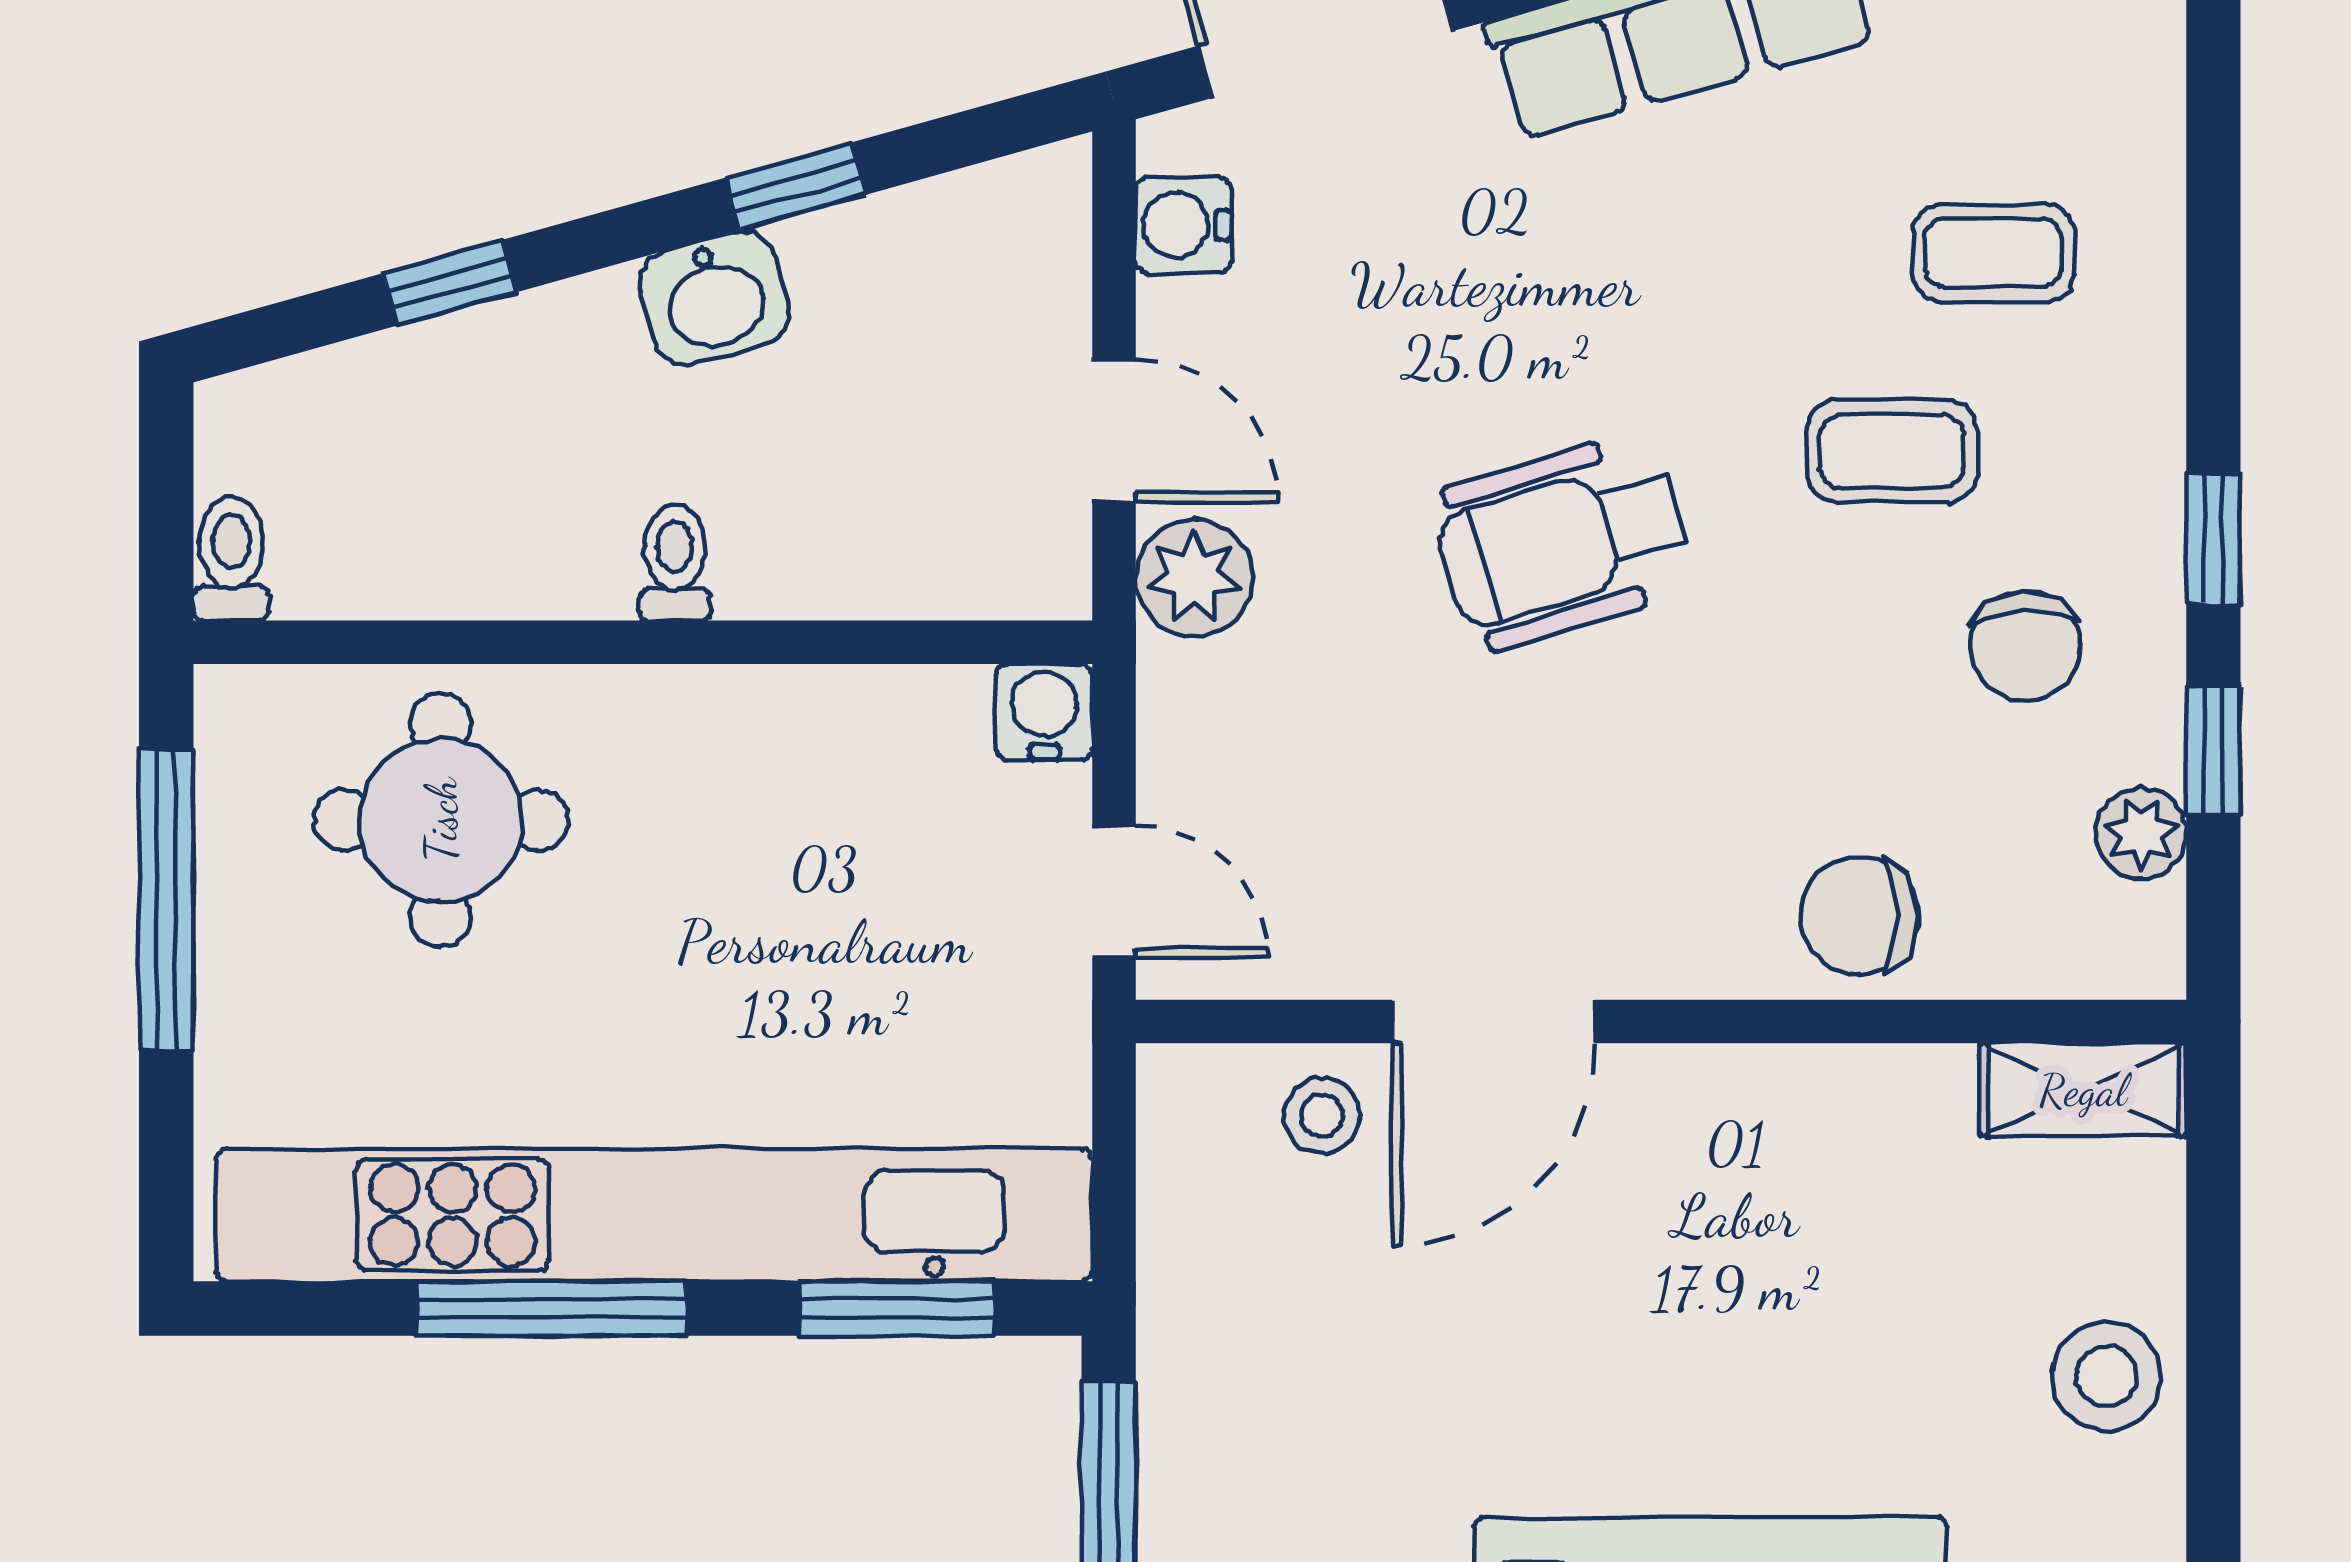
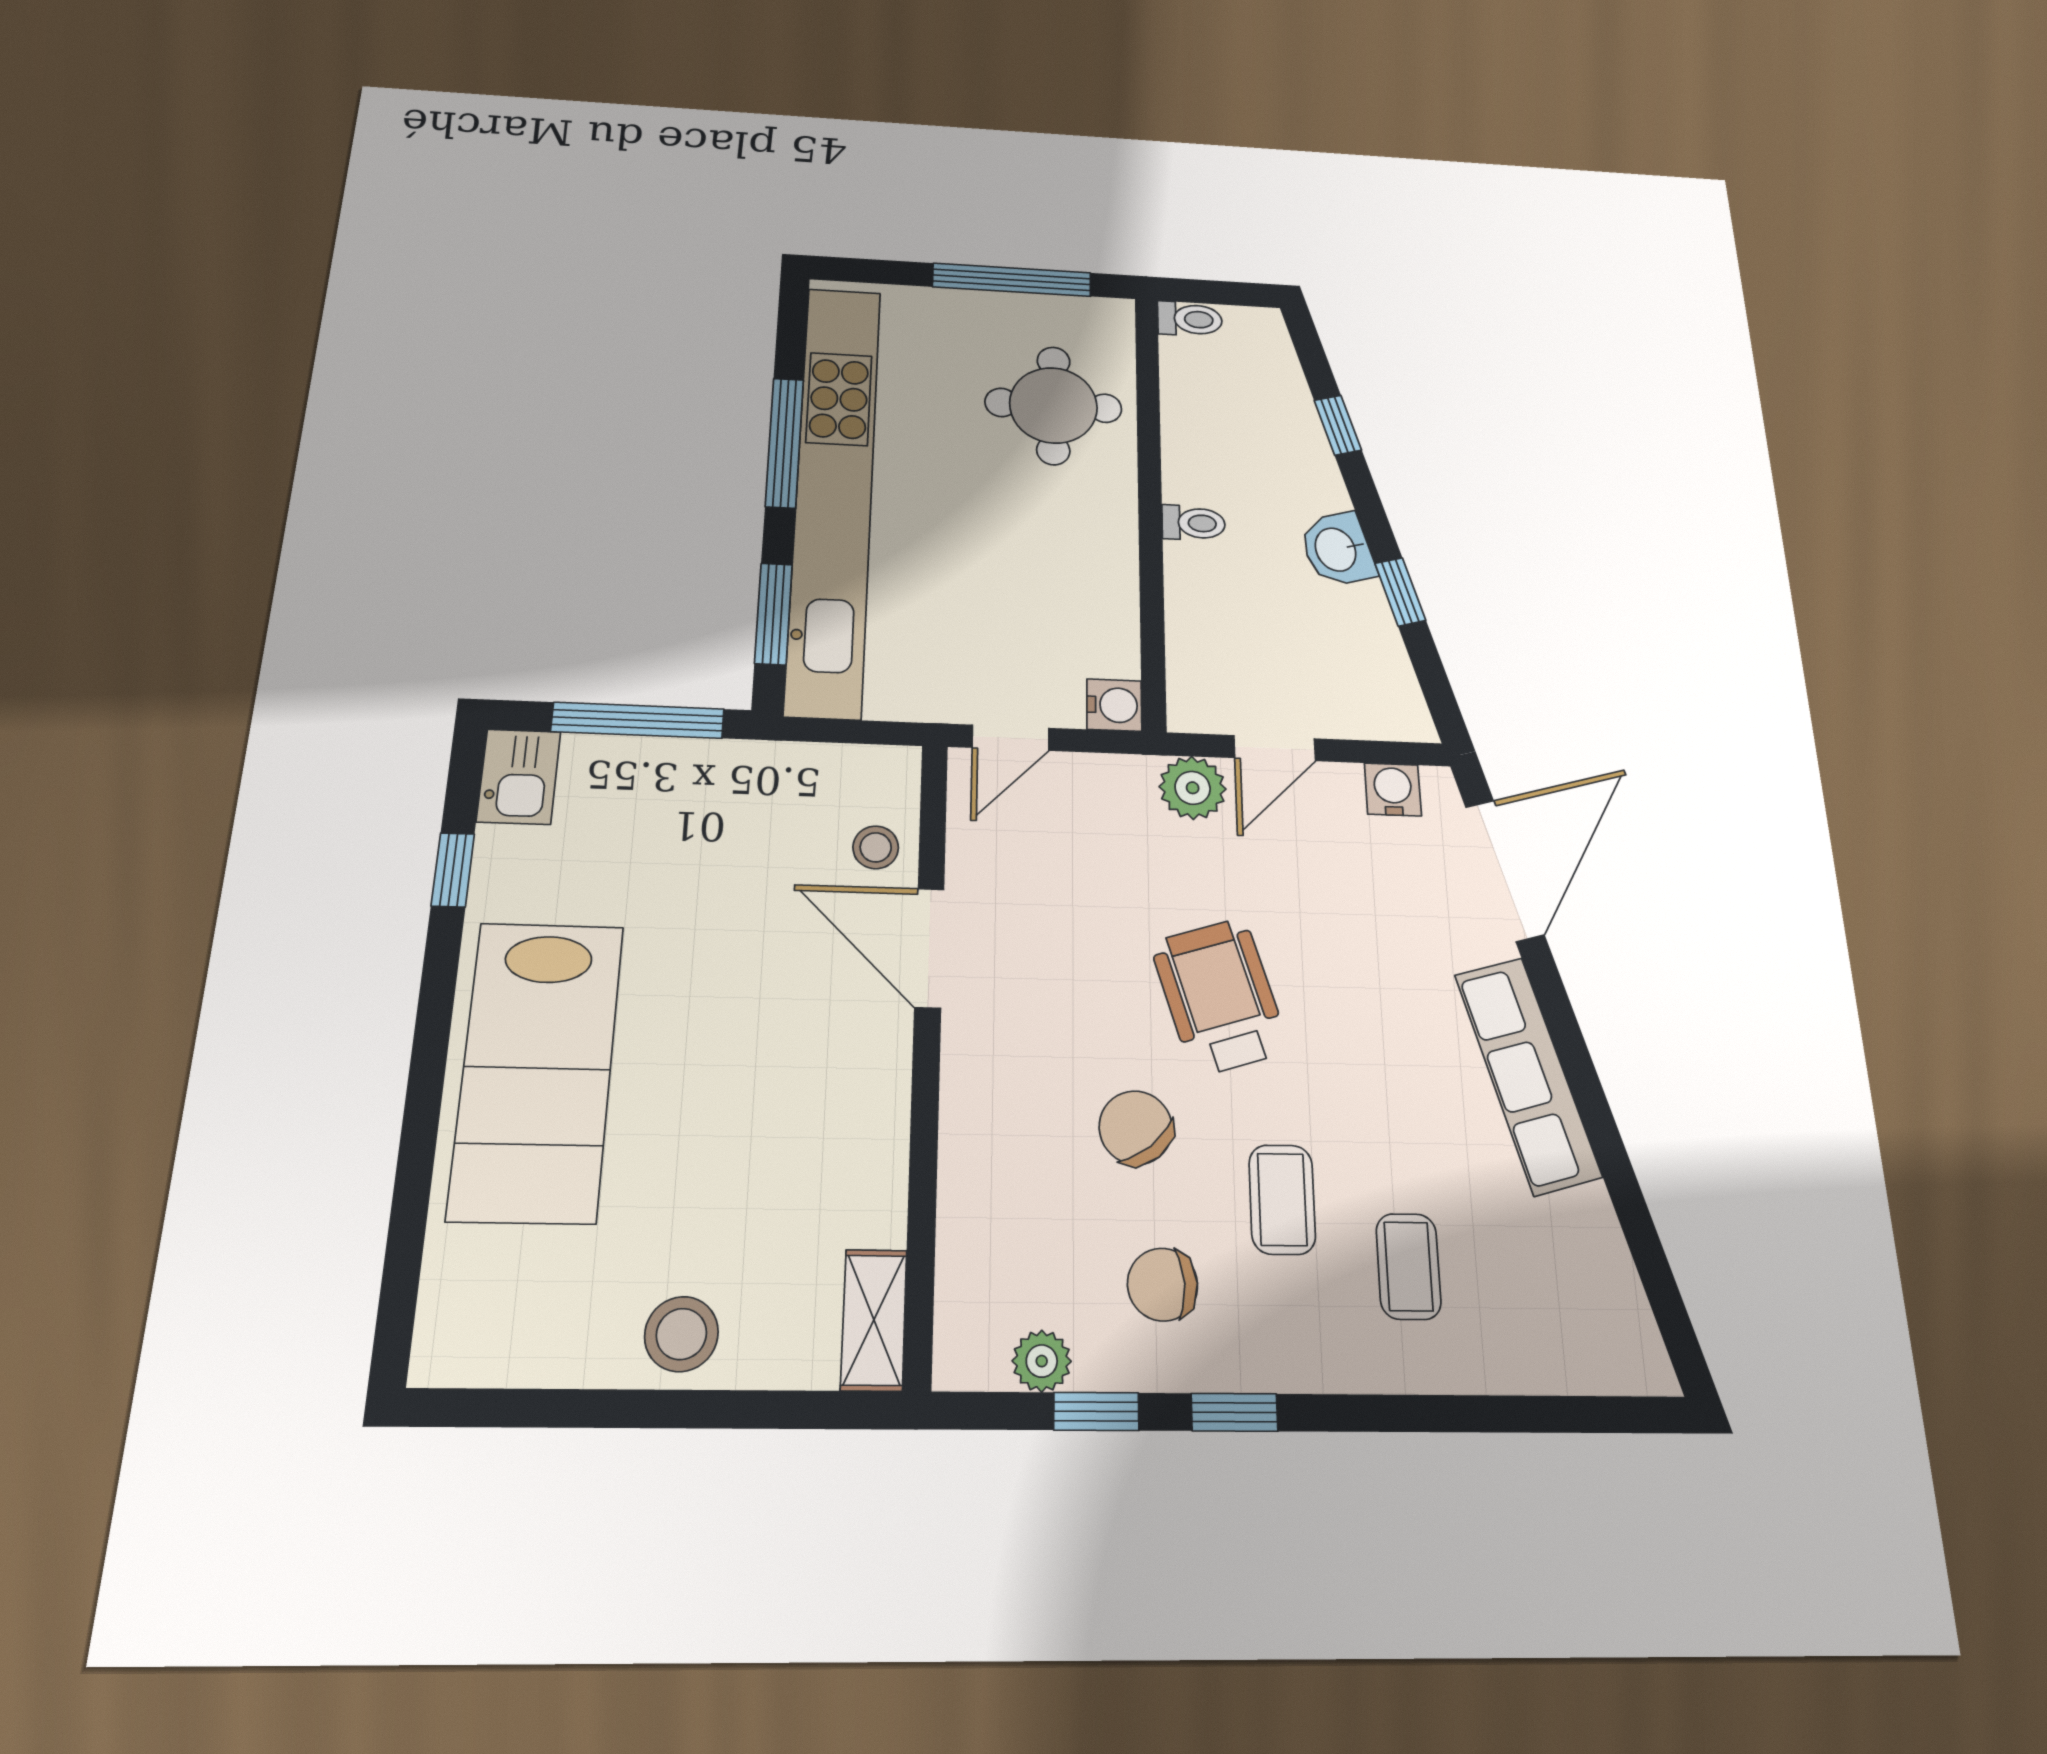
chair: (1860, 916) -> (1136, 1128), moved, turned -39

